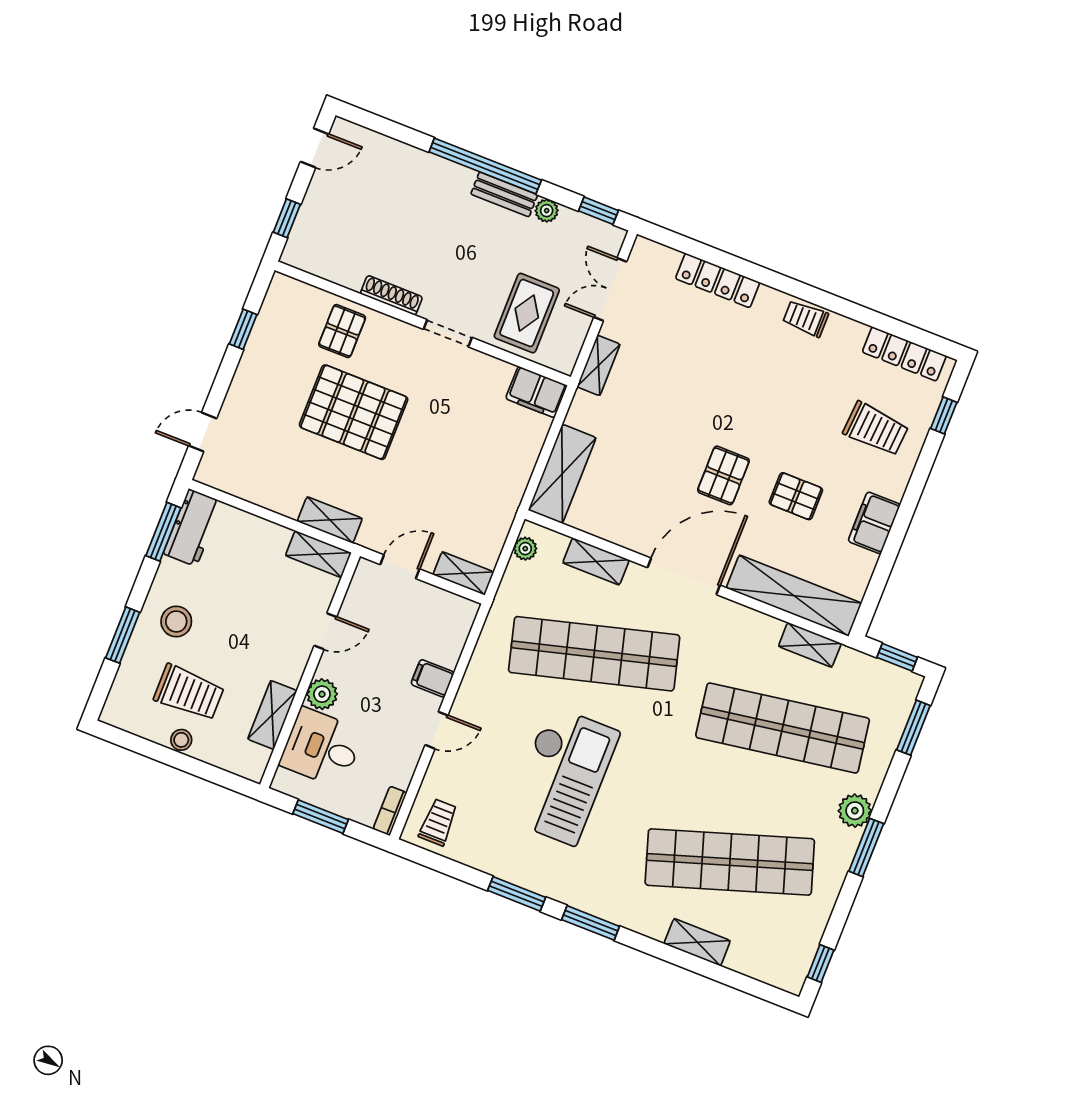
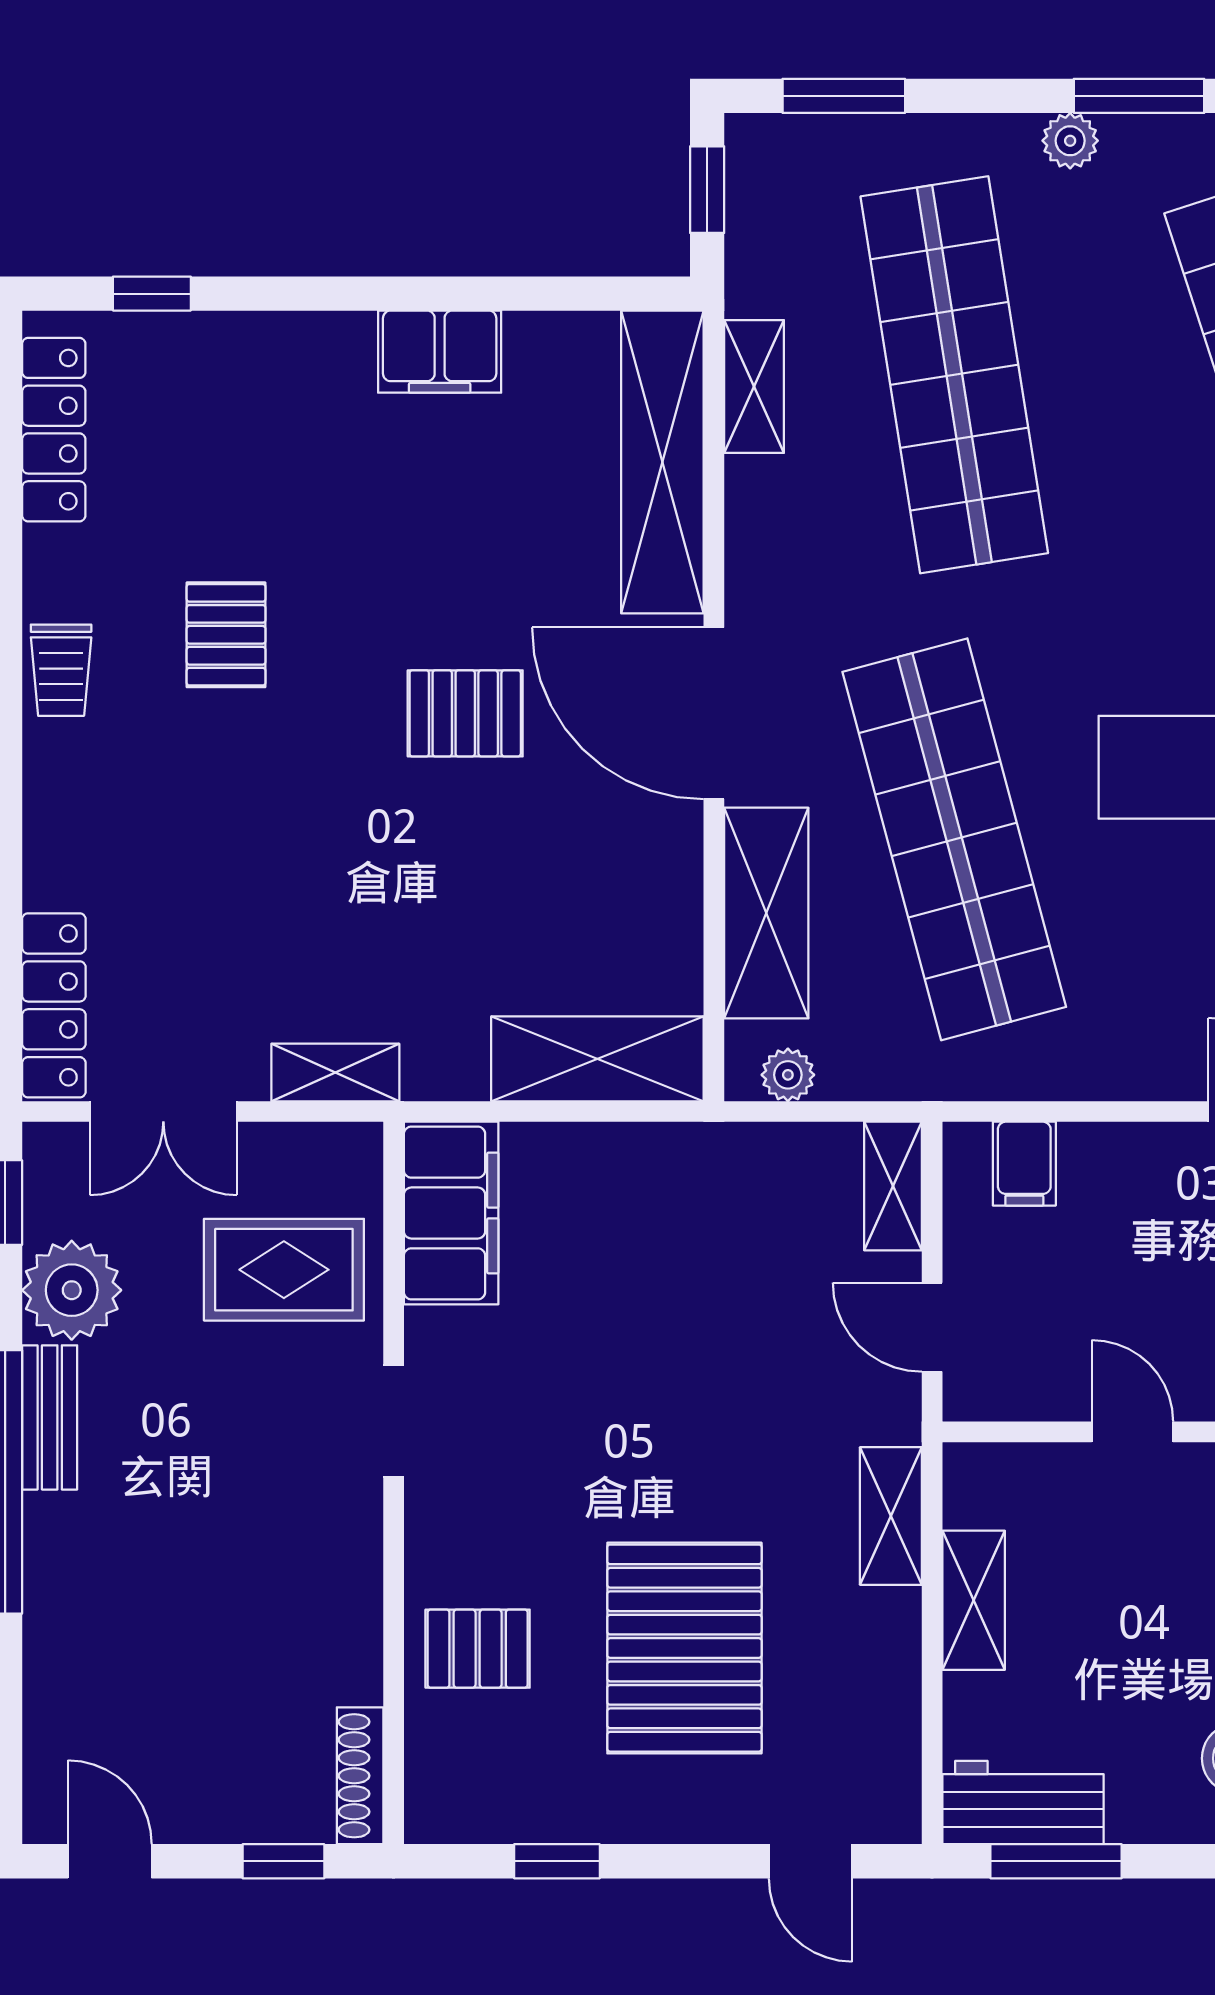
plant: (547, 211) -> (72, 1290), width x1.88, depth x1.88
locker: (718, 280) -> (54, 1005), moved
shoe rack: (391, 295) -> (360, 1776), moved
filing cabinet: (536, 392) -> (451, 1213), width x1.50, depth x1.17
pallet: (354, 412) -> (684, 1648), moved
trolley: (876, 429) -> (238, 428), removed
pallet: (796, 496) -> (226, 635), moved
shelving: (318, 554) -> (974, 1600), moved
shelving: (596, 561) -> (766, 913), width x1.50, depth x1.33
filing cabinet: (433, 678) -> (1024, 1164), moved
plant: (855, 811) -> (1070, 141), width x0.73, depth x0.73

